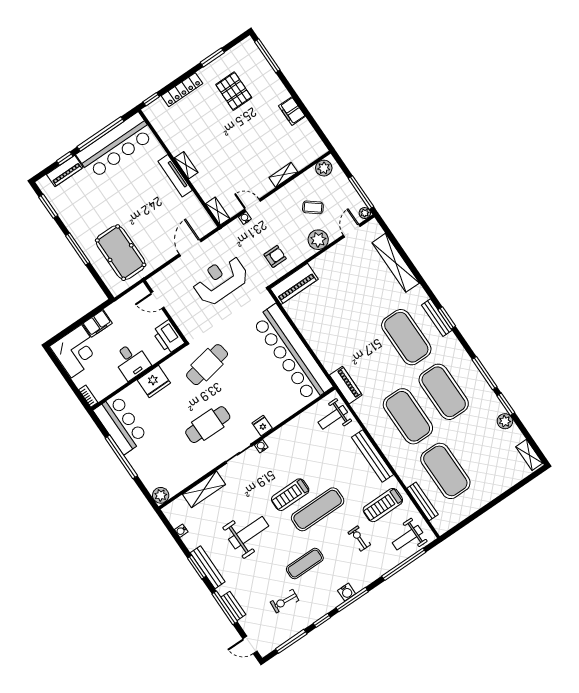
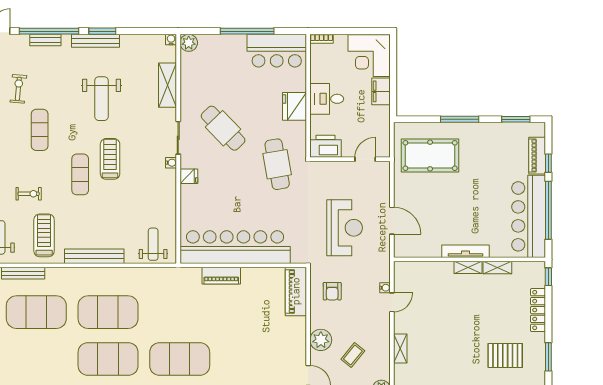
shelving: (218, 211) -> (497, 268), moved
piano: (346, 385) -> (221, 276), moved
cafe table: (208, 425) -> (223, 128), turned -44
exercise mat: (318, 509) -> (80, 174), width x0.73, depth x0.69
water cooler: (181, 531) -> (171, 39), moved
window: (225, 608) -> (49, 31), width x1.46

